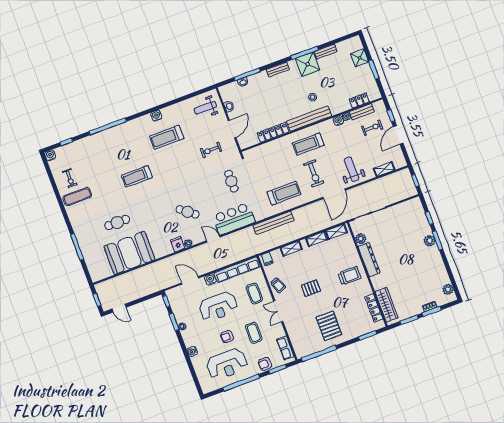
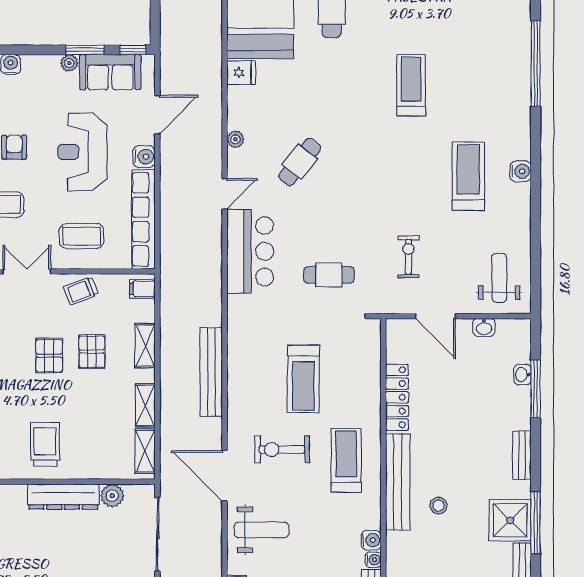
treadmill: (284, 193) -> (303, 379), moved
bench: (274, 223) -> (211, 372), moved
fridge: (178, 244) -> (241, 73), moved
pallet: (302, 271) -> (92, 352), added
trolley: (349, 276) -> (45, 444), turned 180
sofa: (179, 307) -> (110, 72), added

